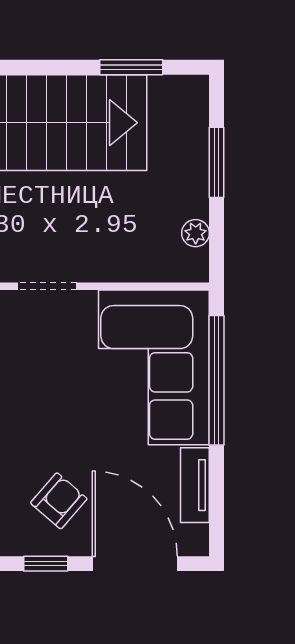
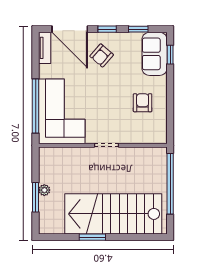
window: (131, 67) -> (92, 237), moved
plant: (196, 233) -> (44, 190), moved
tv unit: (195, 485) -> (45, 48), moved

